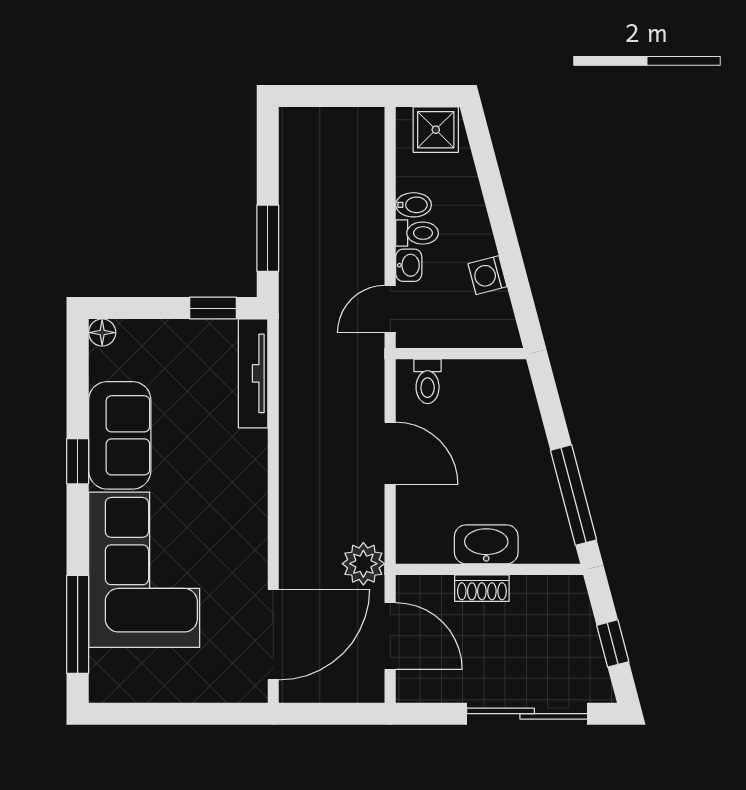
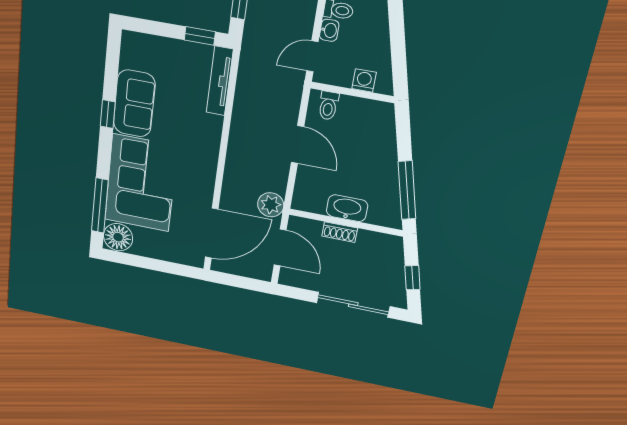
washing machine: (488, 275) -> (364, 80), moved, turned 105
floor lamp: (102, 333) -> (118, 237), moved, width x1.89, depth x1.89

